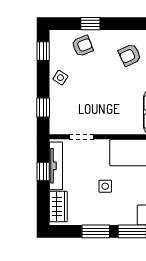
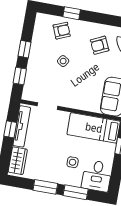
window: (43, 51) -> (25, 49), moved
side table: (60, 78) -> (63, 61), moved
side table: (105, 186) -> (73, 162), moved

